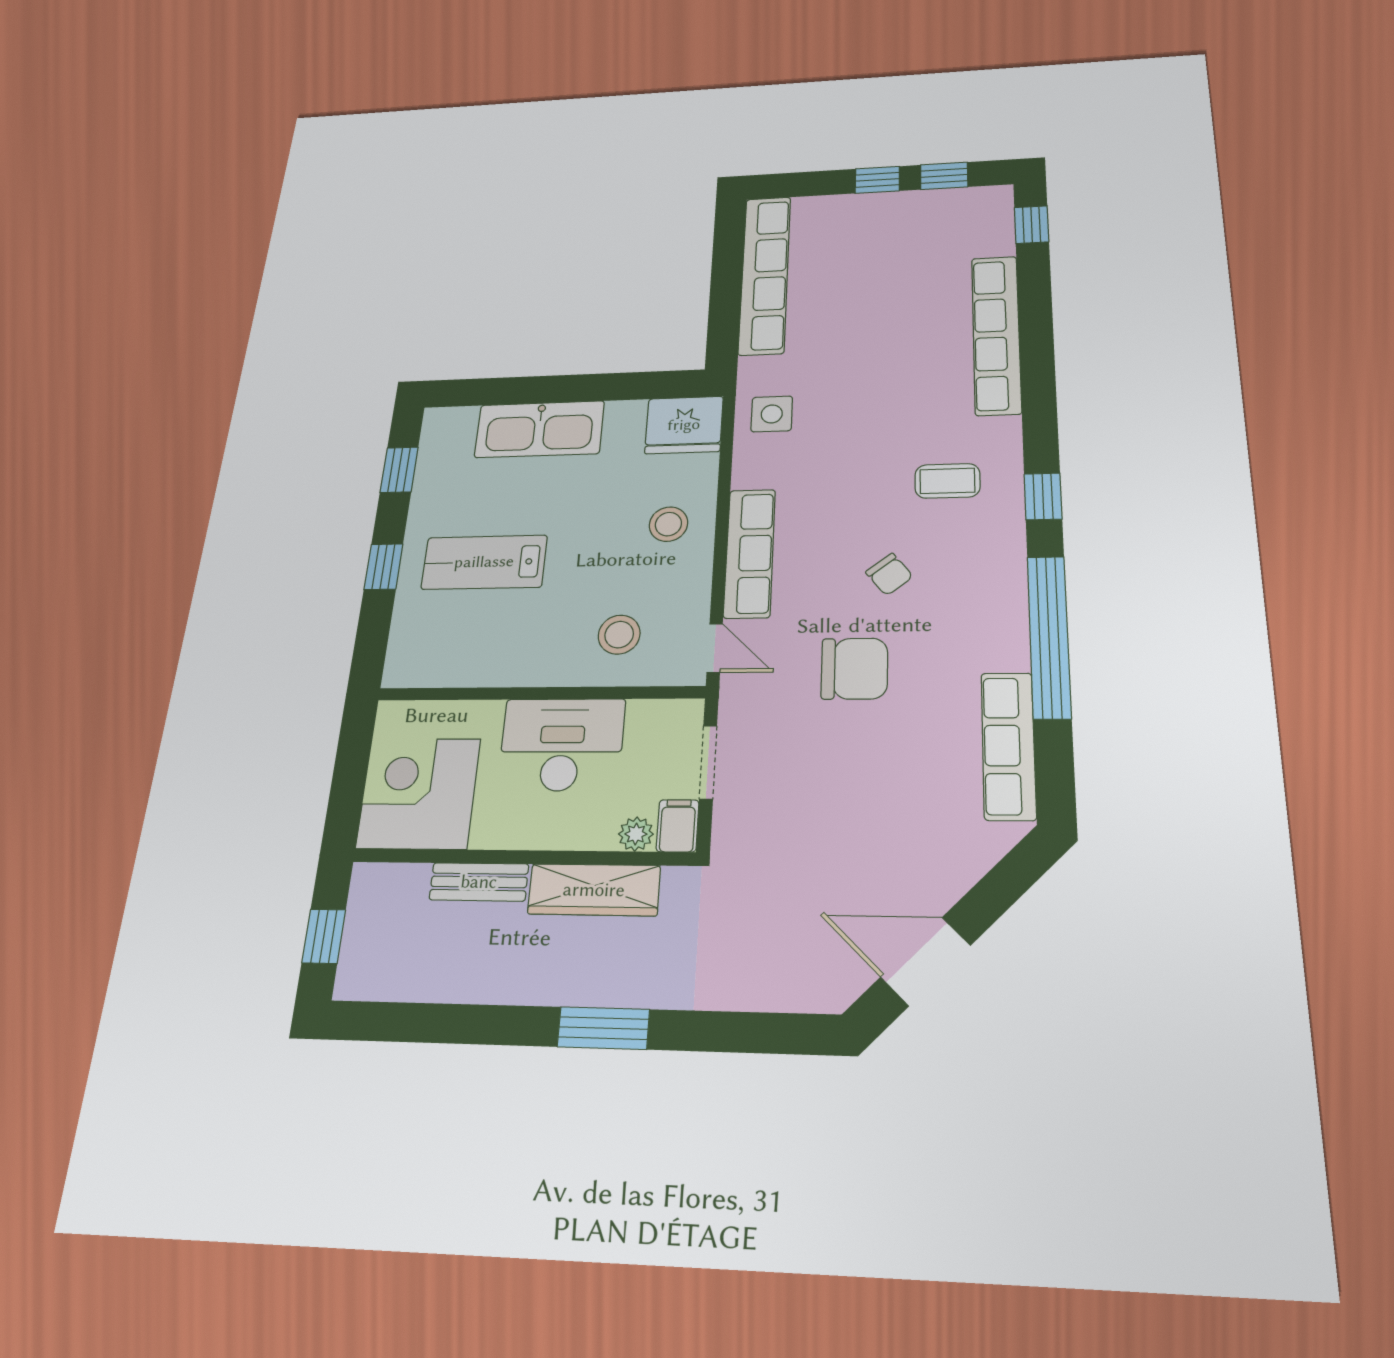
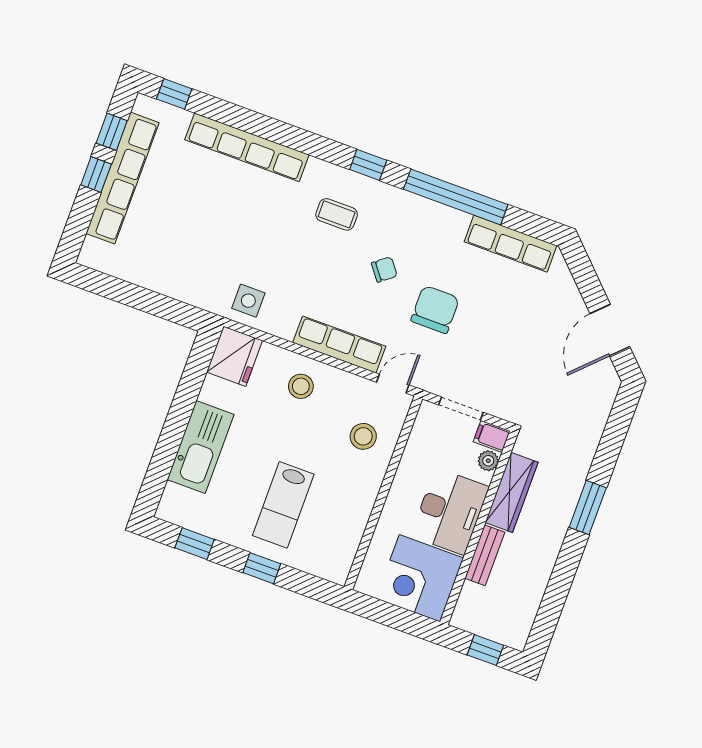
row of seats: (765, 275) -> (123, 178), moved, turned 90
coffee table: (947, 481) -> (337, 214), turned 90
desk: (562, 745) -> (450, 511), moved, turned 180

